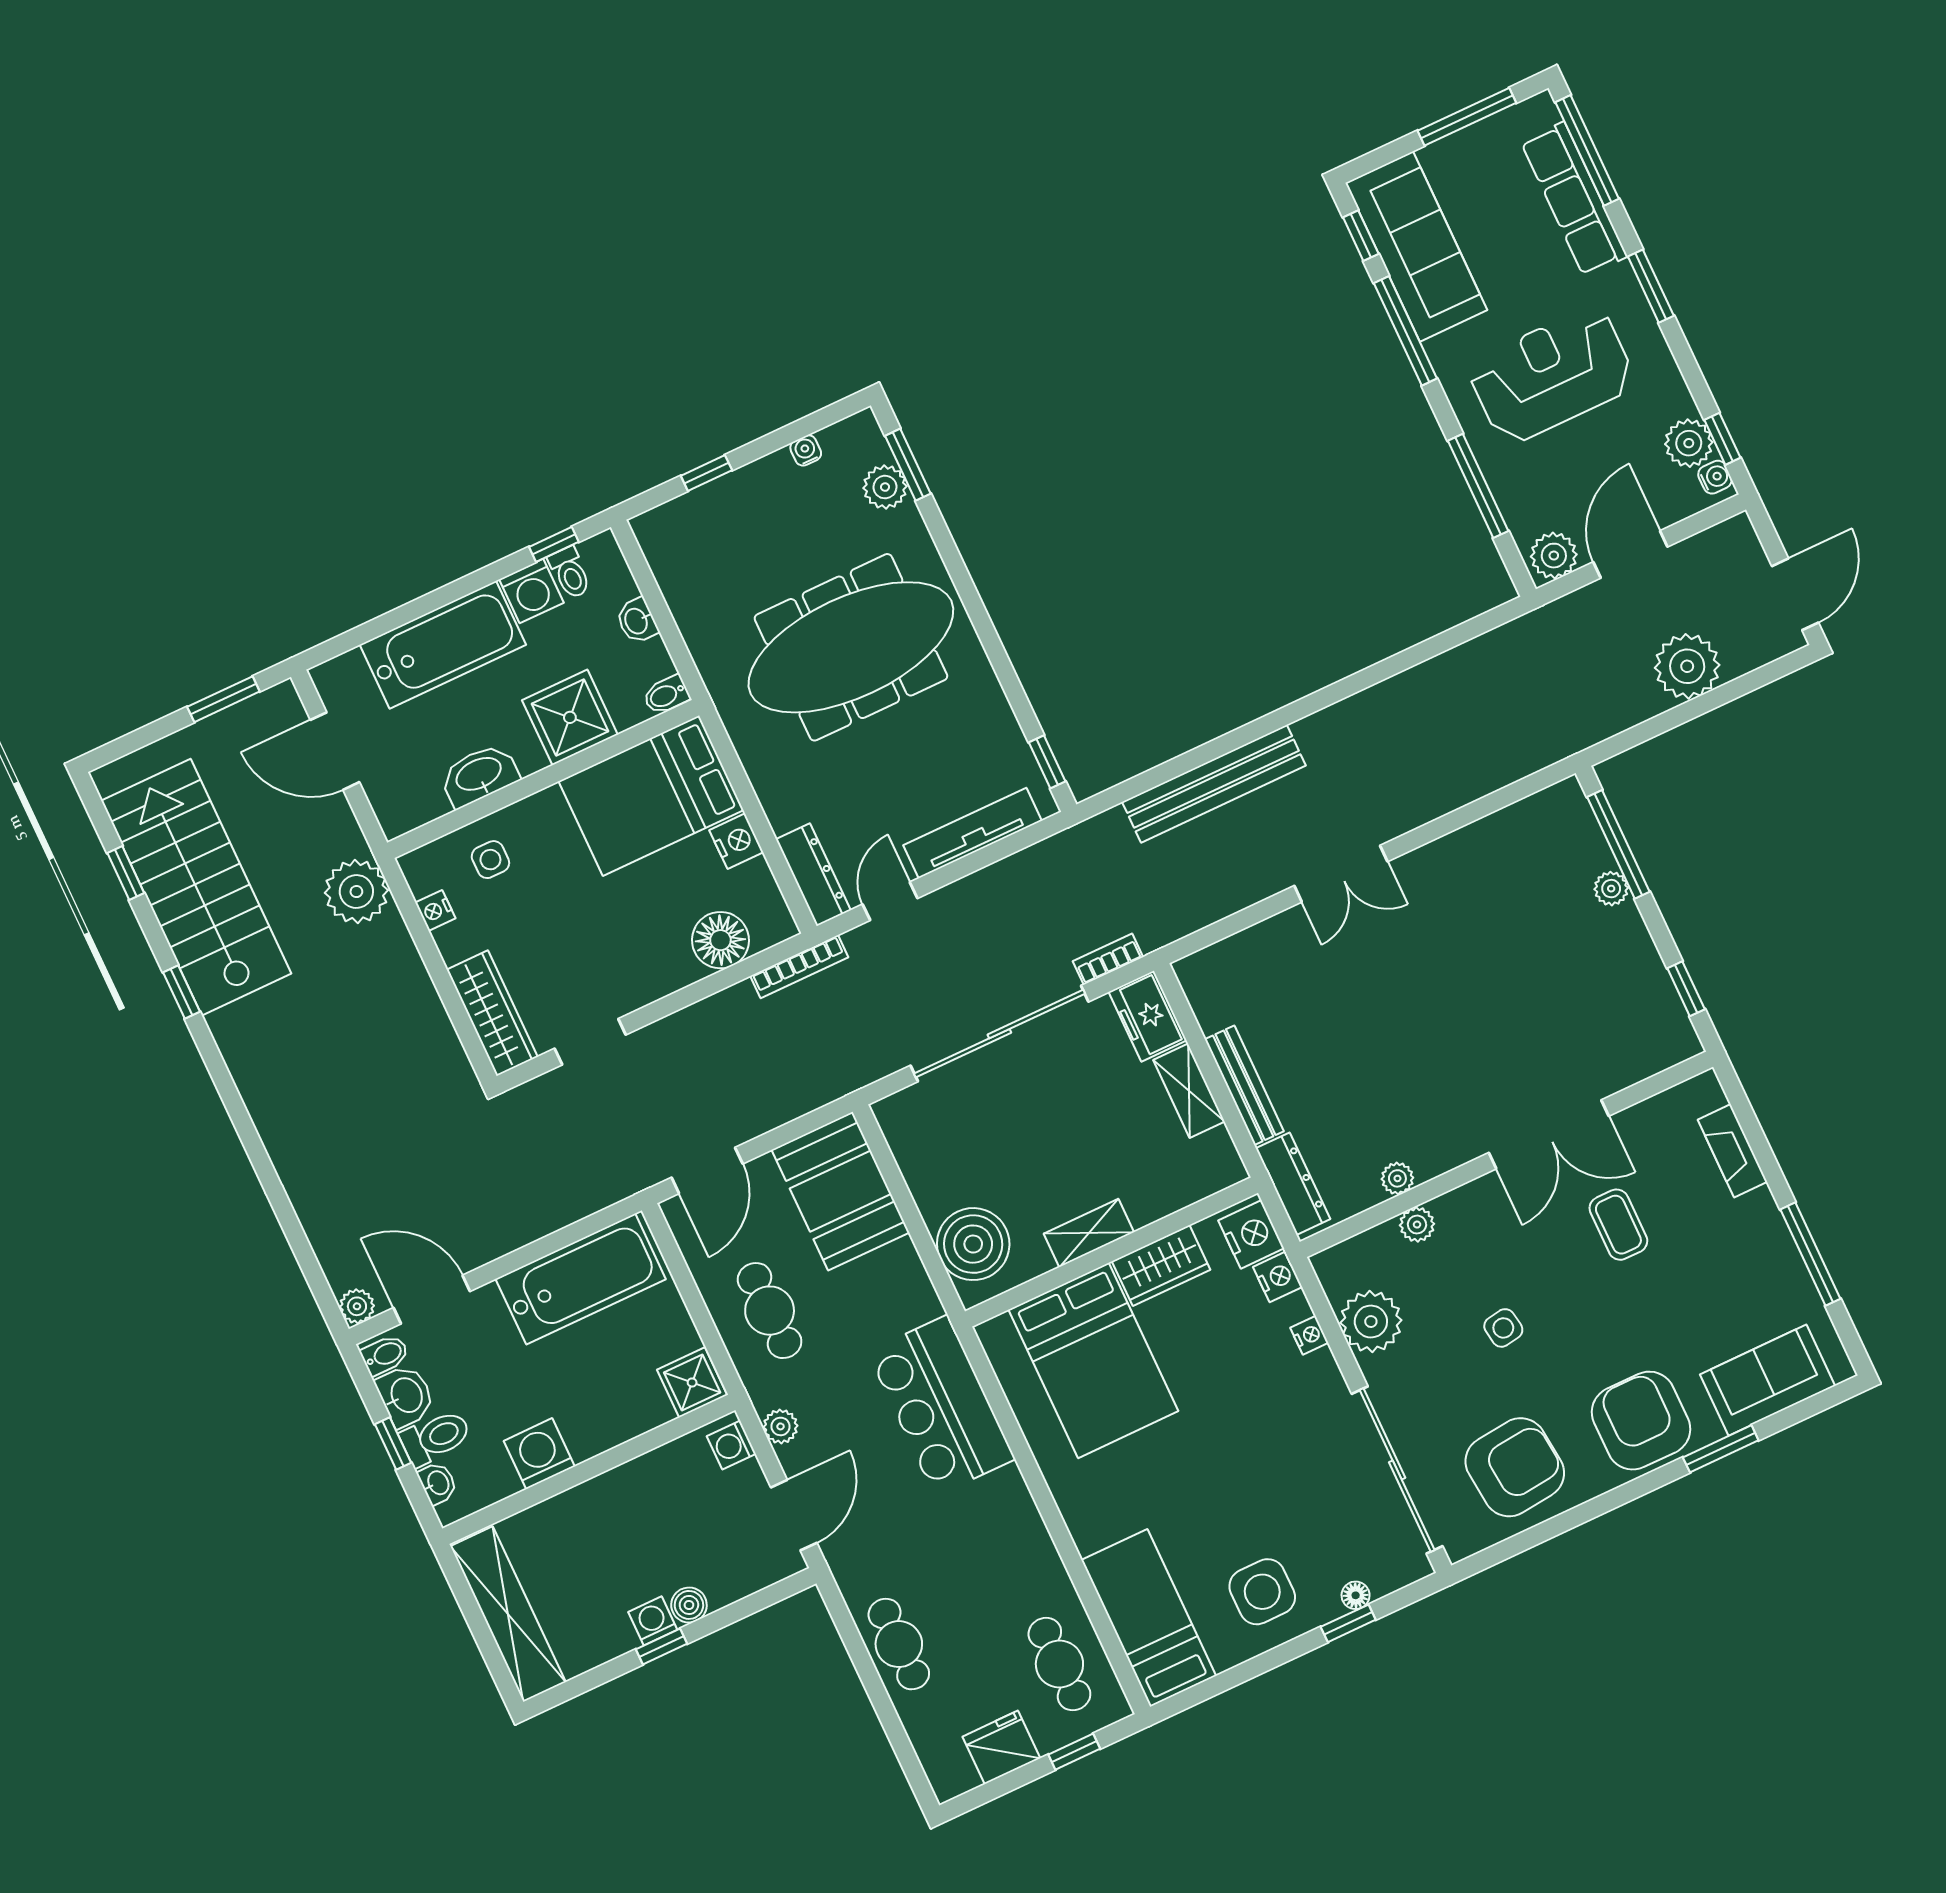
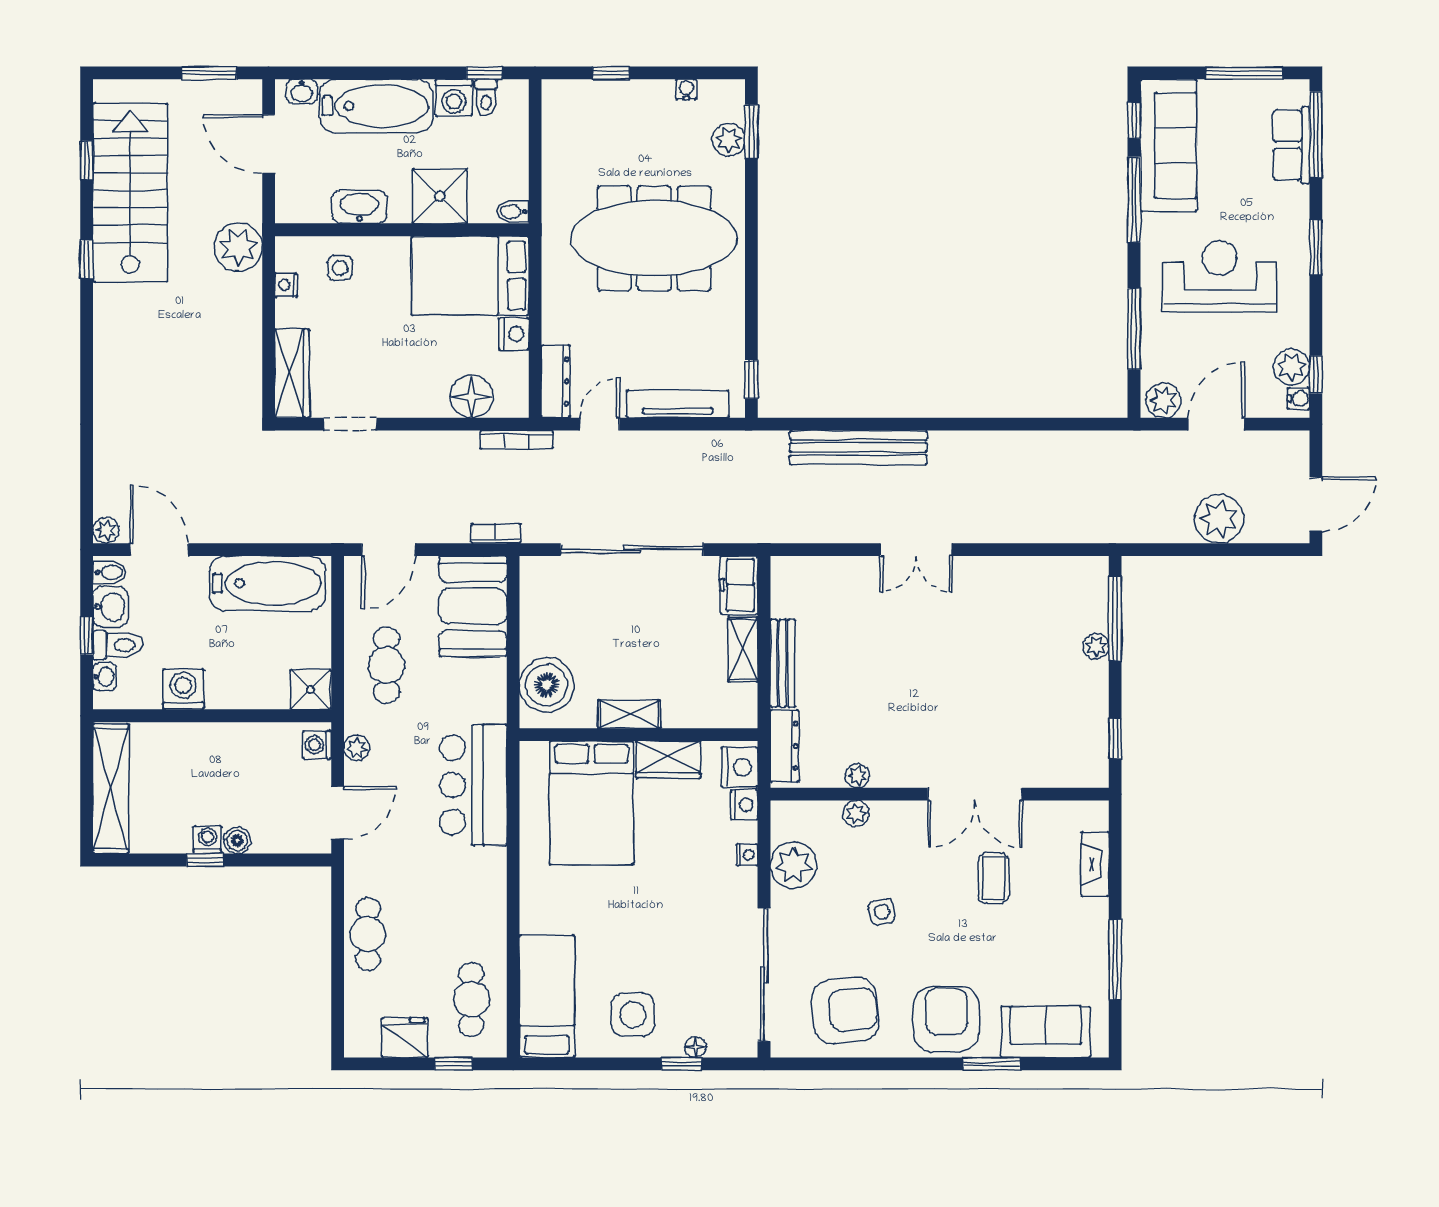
row of seats: (1574, 199) -> (1291, 145), width x0.68
washbasin: (637, 621) -> (302, 92), moved, turned -90
bookcase: (1108, 959) -> (496, 533), moved

